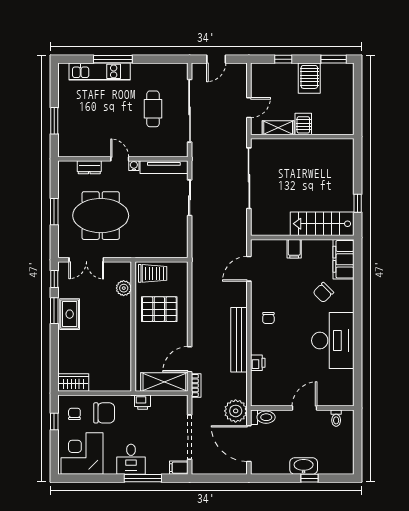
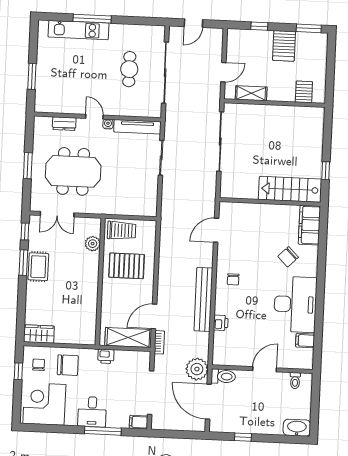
server rack: (303, 124) -> (304, 92), moved
filing cabinet: (294, 249) -> (305, 341), moved, turned 90
washbasin: (304, 466) -> (297, 428), moved
window: (309, 478) -> (243, 437), moved

